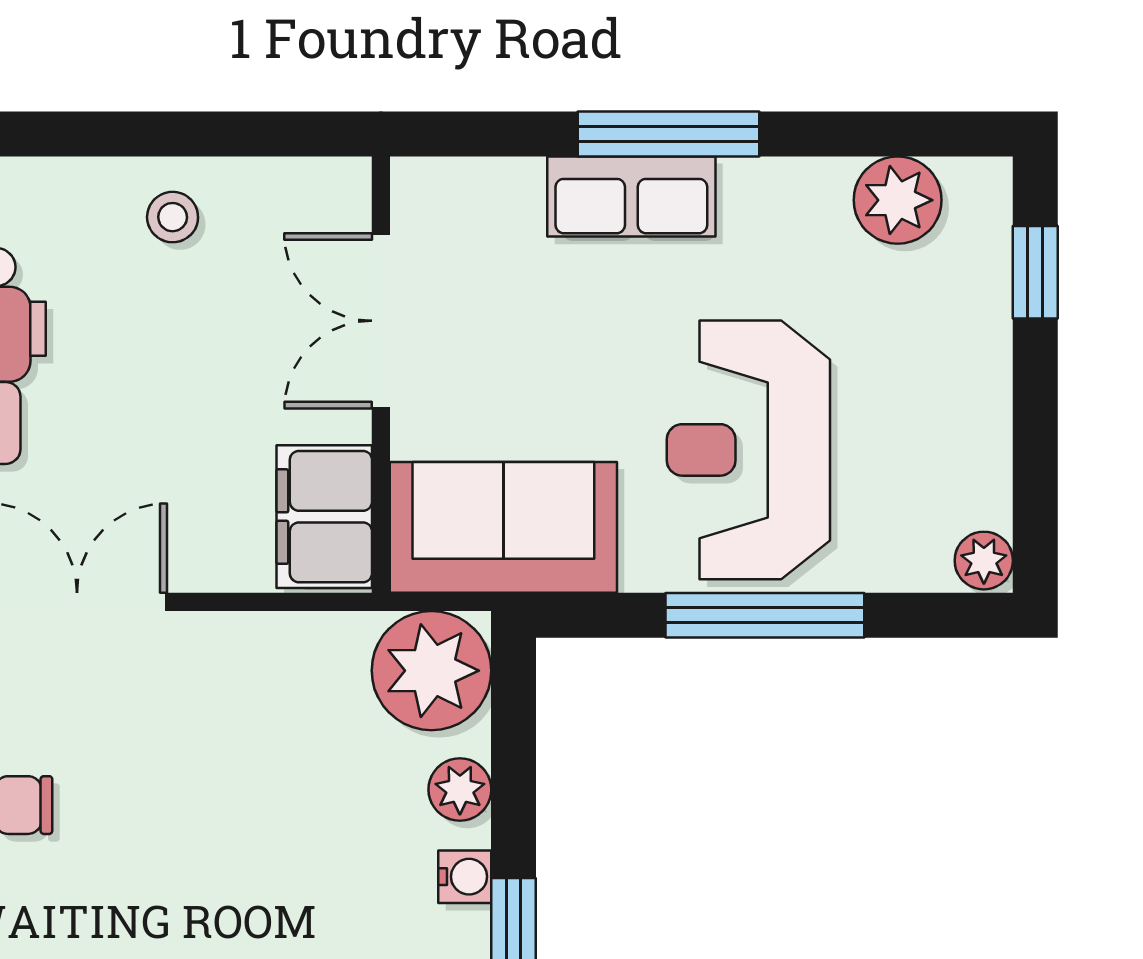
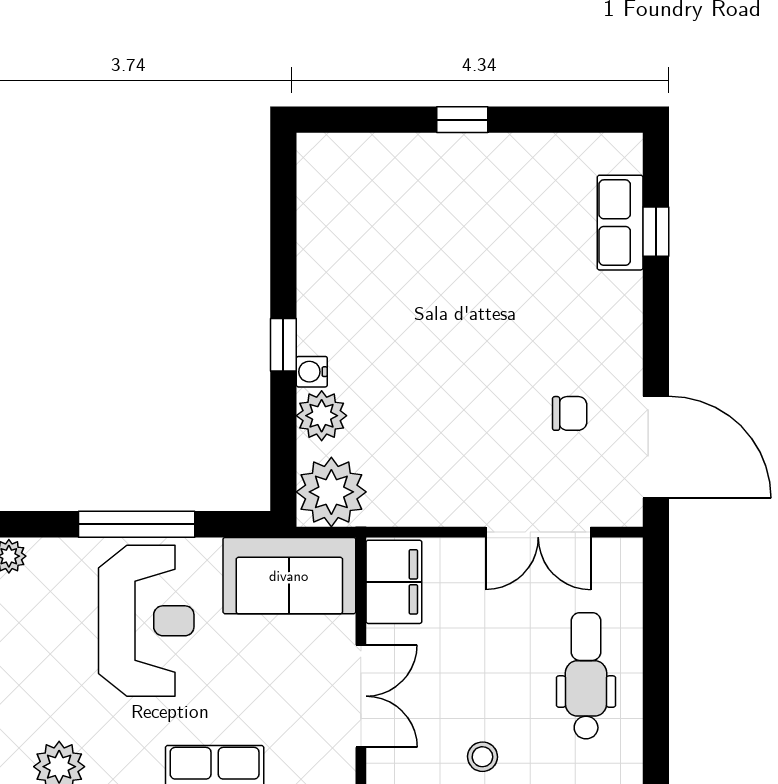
plant: (460, 790) -> (322, 416), width x1.38, depth x1.38

